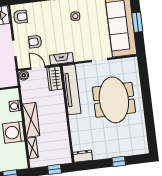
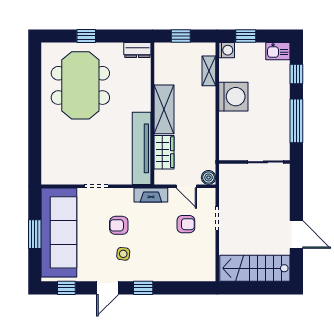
armchair: (20, 17) -> (119, 225), moved
wardrobe: (55, 78) -> (164, 152), moved
meeting table: (114, 100) -> (80, 85), moved
washing machine: (15, 106) -> (227, 50), moved
shelving: (31, 120) -> (164, 109), moved

